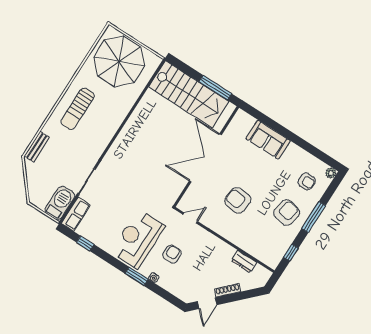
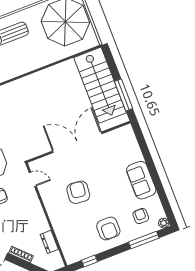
sofa: (268, 140) -> (141, 180), moved
armchair: (307, 181) -> (141, 216), turned 180
armchair: (287, 213) -> (108, 228), turned 79
window: (314, 217) -> (144, 240), moved

